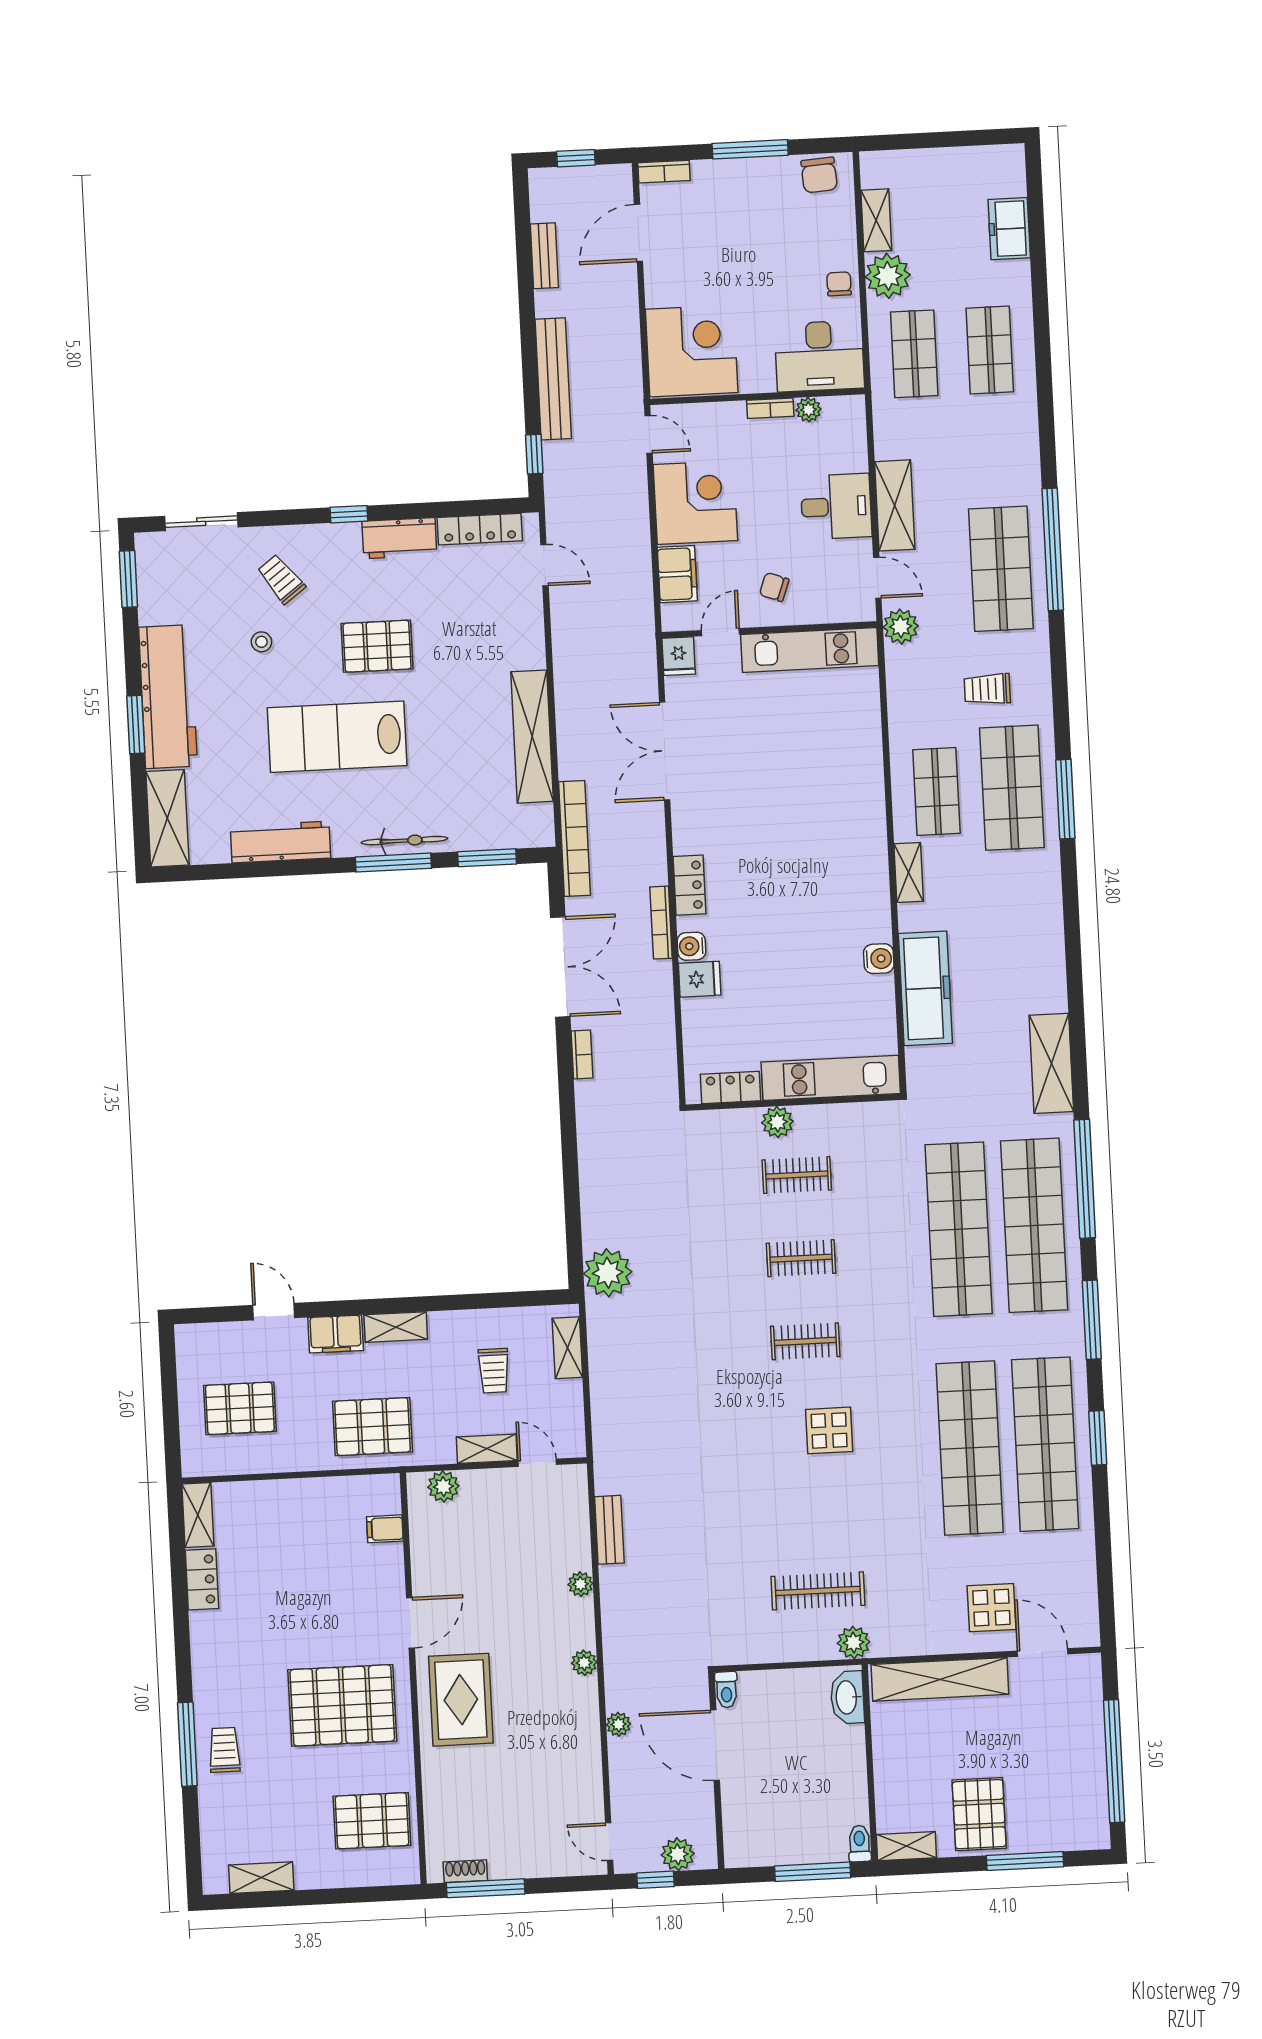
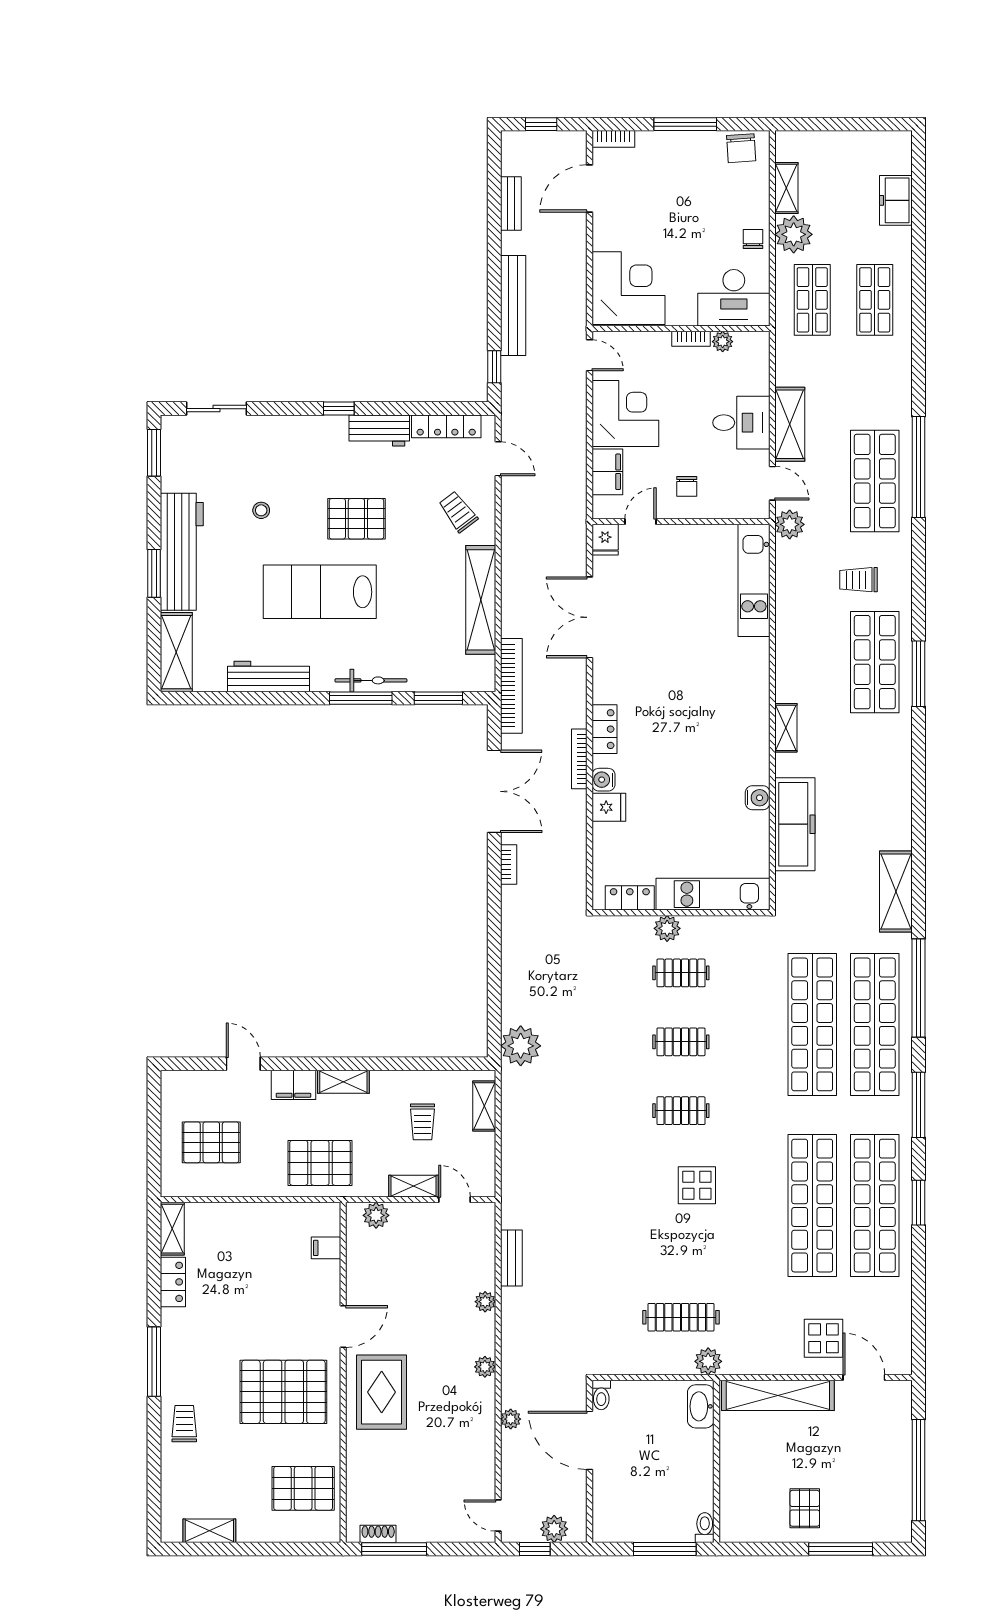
trolley: (281, 579) -> (458, 512), moved
chair: (774, 587) -> (687, 486), turned -110
kitchen unit: (810, 650) -> (754, 580), moved, turned 90
shop shelf: (936, 791) -> (812, 662), removed
window: (187, 1744) -> (154, 1362), moved
pallet: (979, 1814) -> (805, 1508), width x0.67, depth x0.71
shelving: (906, 1846) -> (743, 1532), removed

